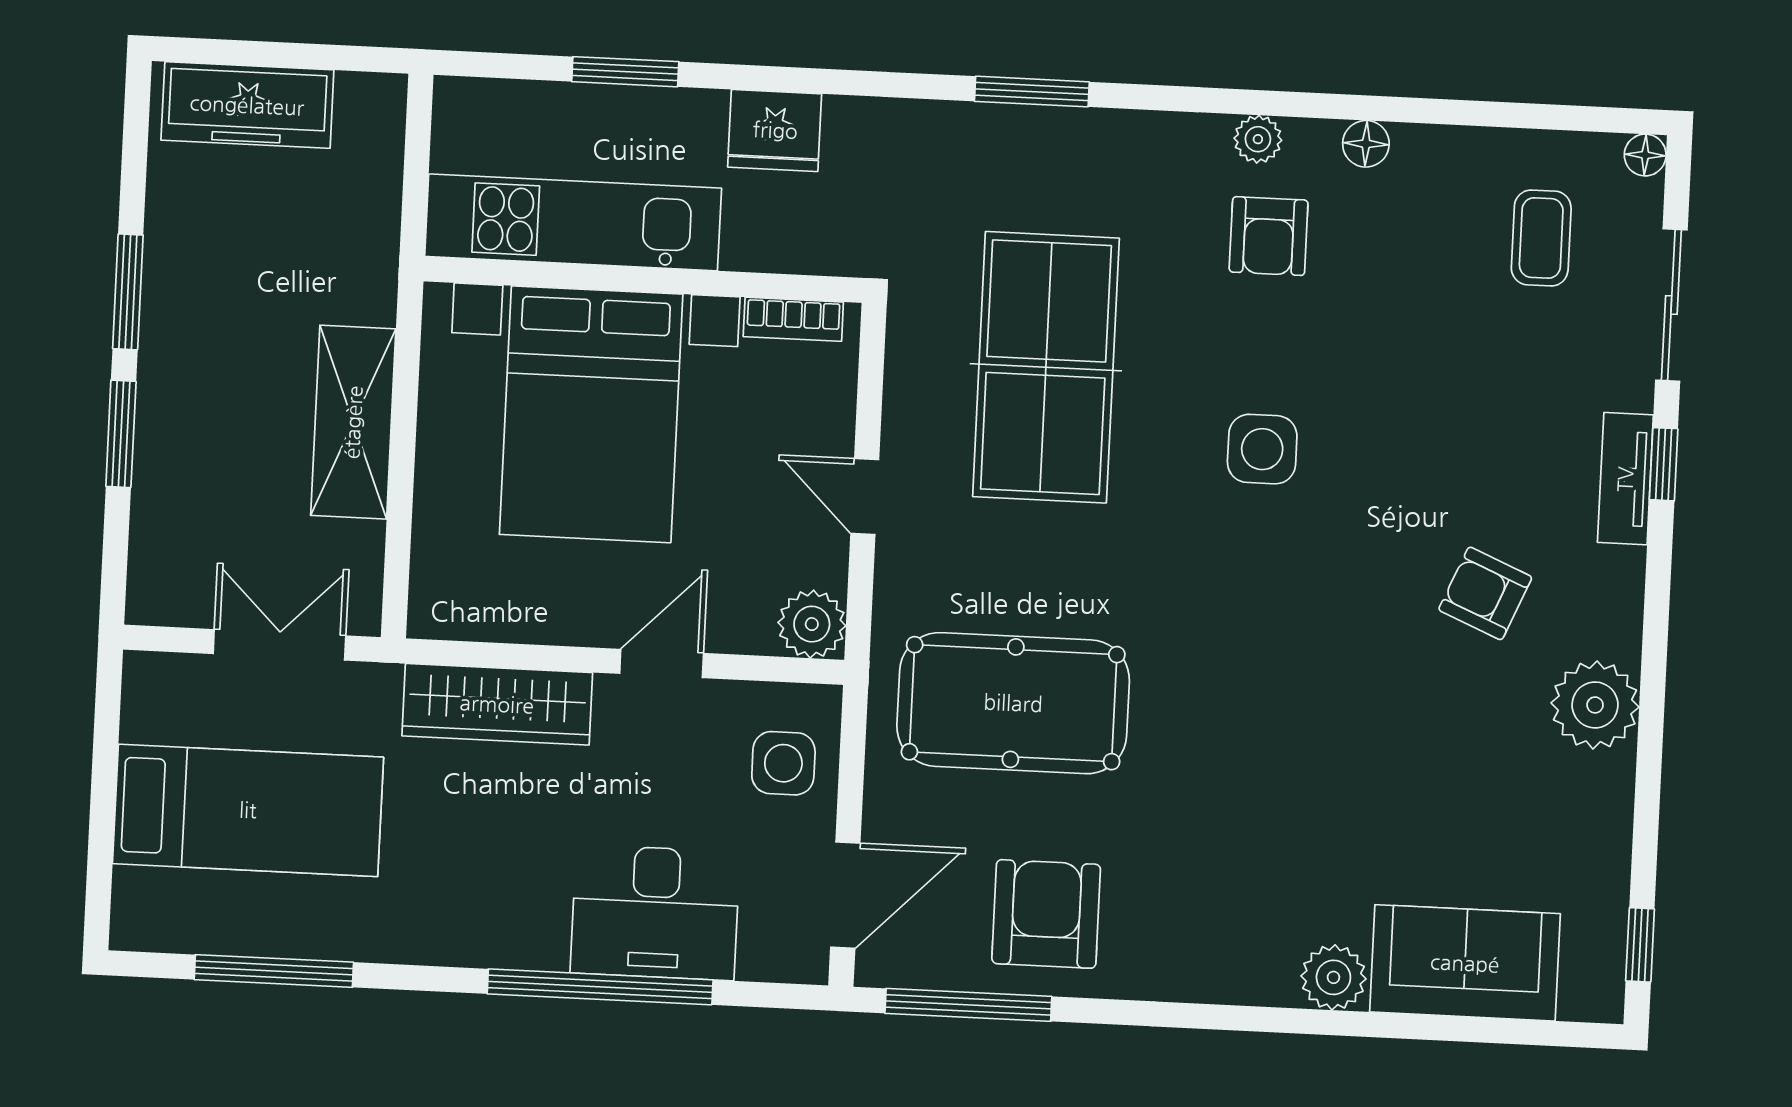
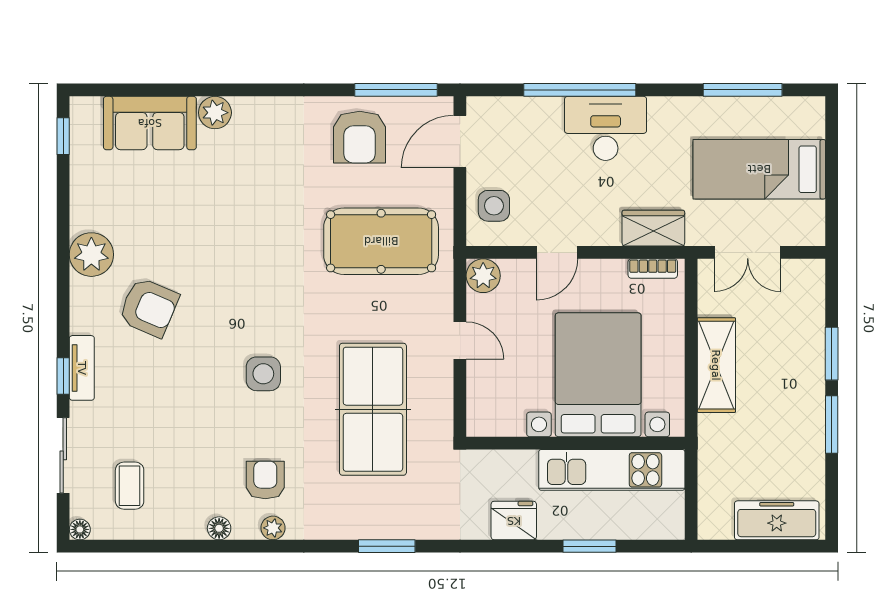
bookcase: (793, 319) -> (653, 269), moved, turned 180
armchair: (1485, 593) -> (149, 307), width x1.38, depth x1.38
wardrobe: (497, 704) -> (653, 228), width x0.67
desk: (655, 912) -> (606, 128), moved

